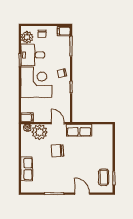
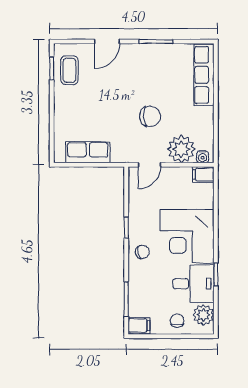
door: (58, 123) -> (149, 165), hinge flipped
row of seats: (79, 130) -> (88, 152), moved
row of seats: (27, 169) -> (204, 75), width x1.48
door: (82, 194) -> (107, 42), hinge flipped

